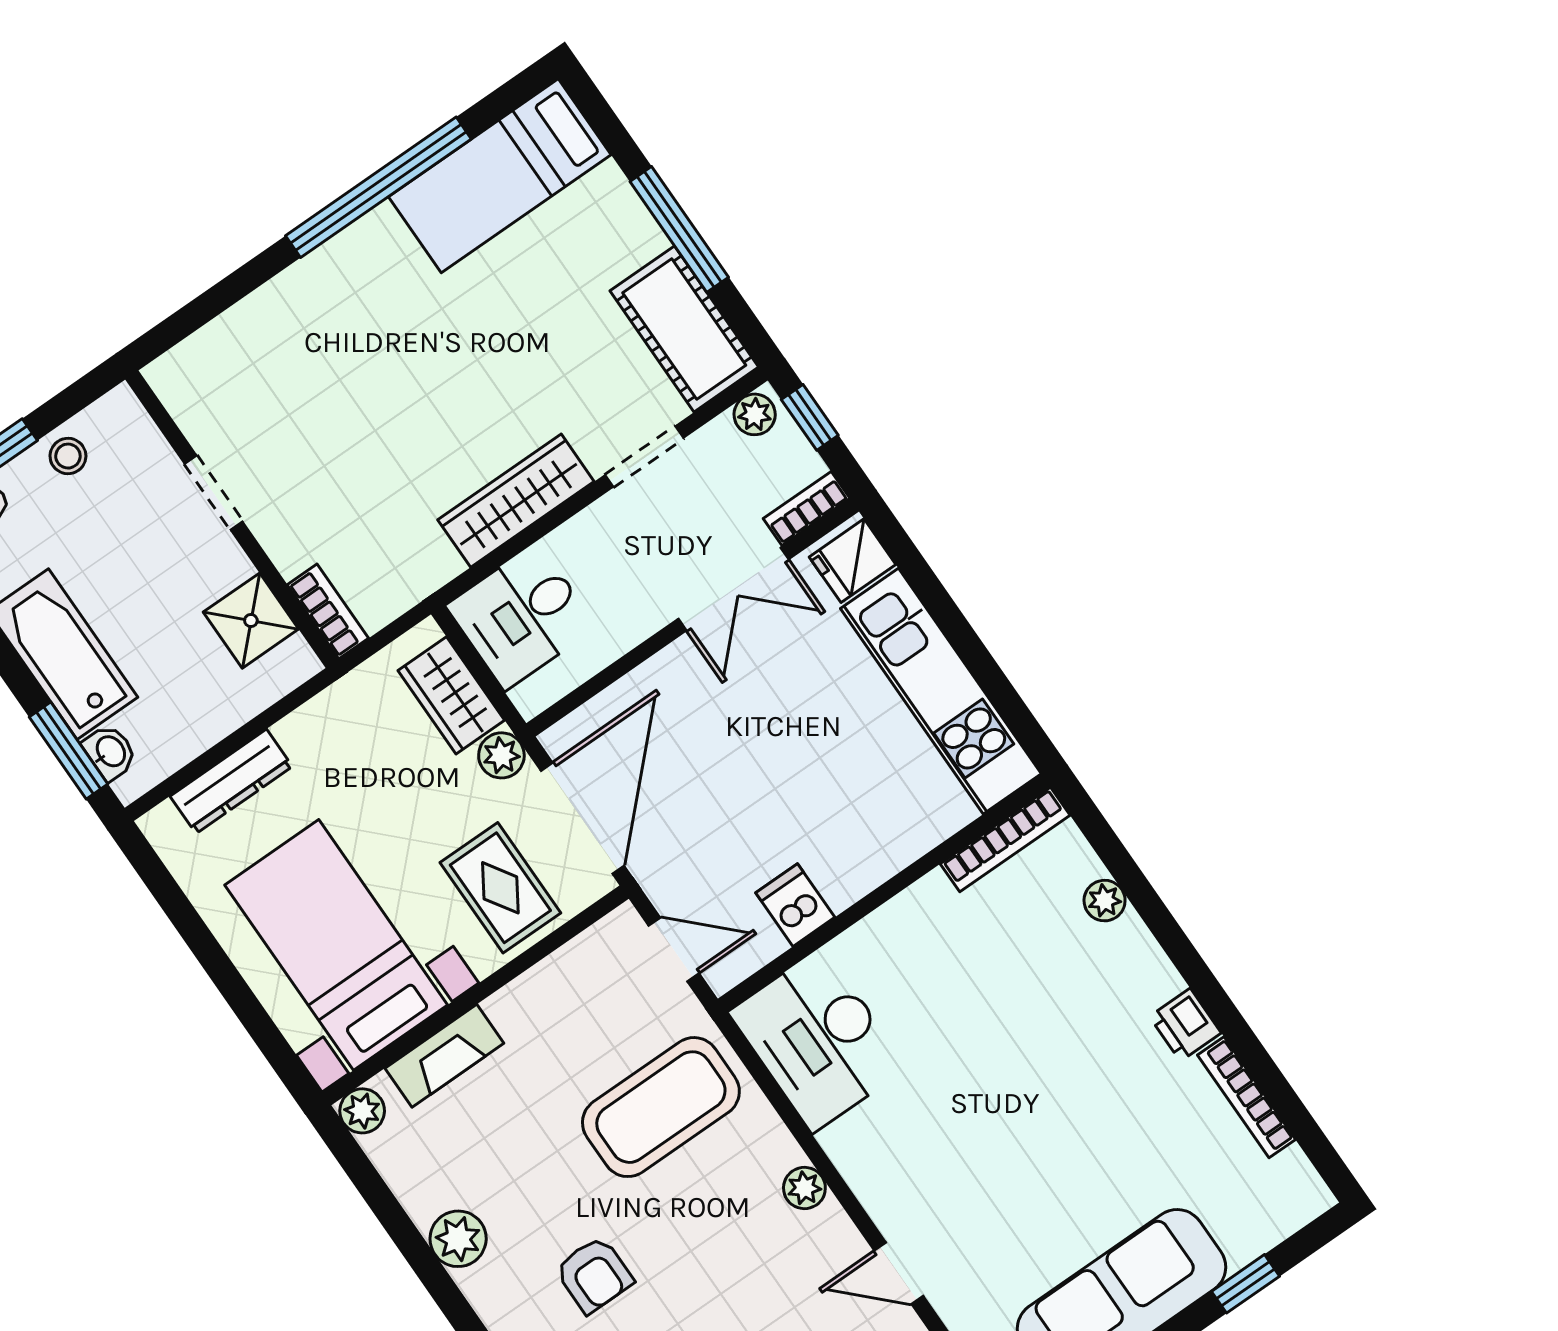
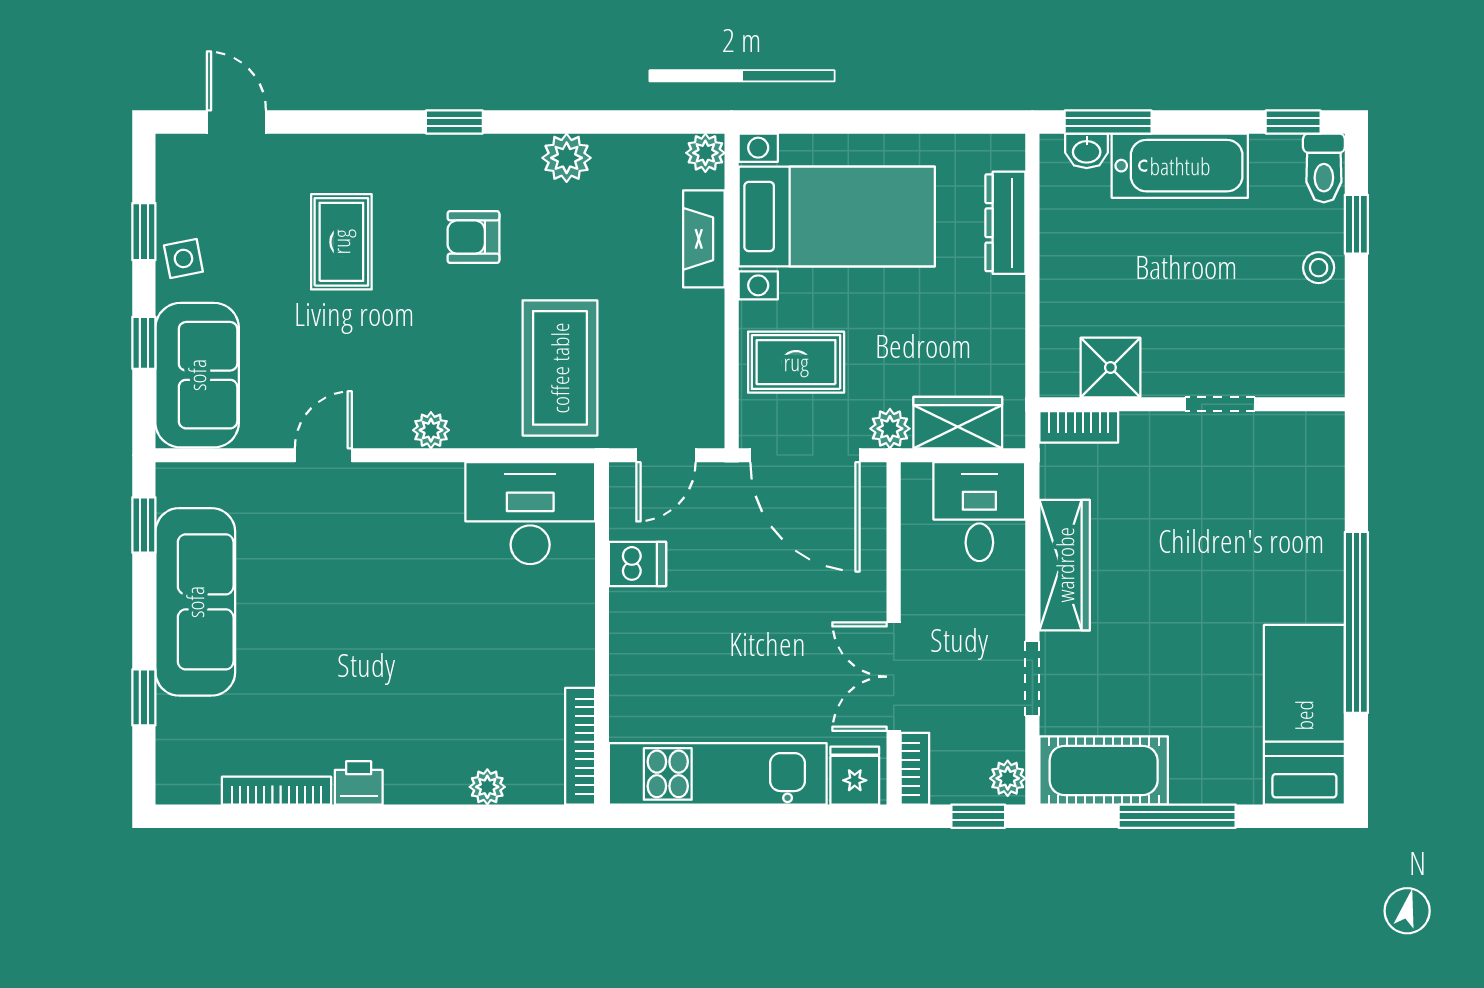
doorway: (214, 493) -> (1220, 404), moved
wall: (232, 519) -> (1192, 404), moved
bookcase: (328, 611) -> (1079, 427), moved
shower: (251, 621) -> (1110, 368), moved

